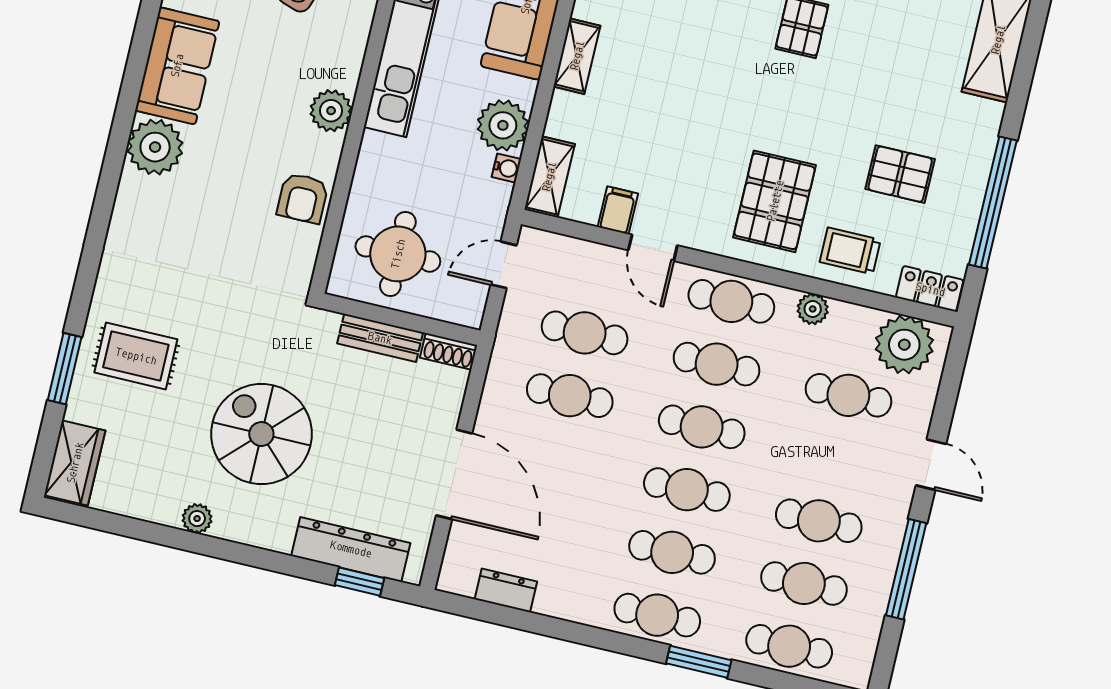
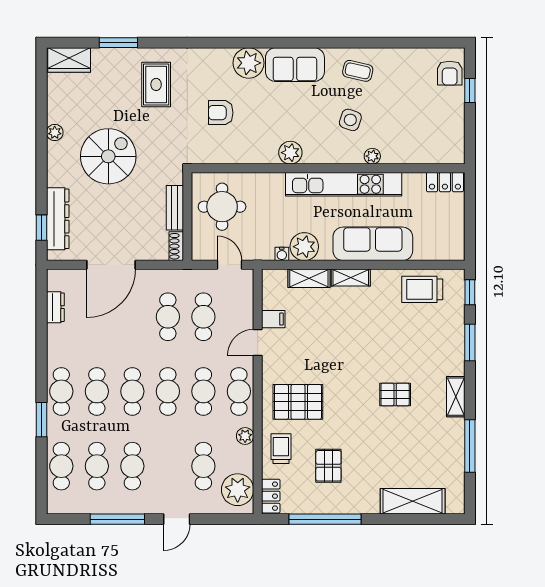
shelving: (549, 177) -> (309, 278), moved
armchair: (303, 198) -> (221, 113), moved
rug: (136, 356) -> (156, 84), moved

